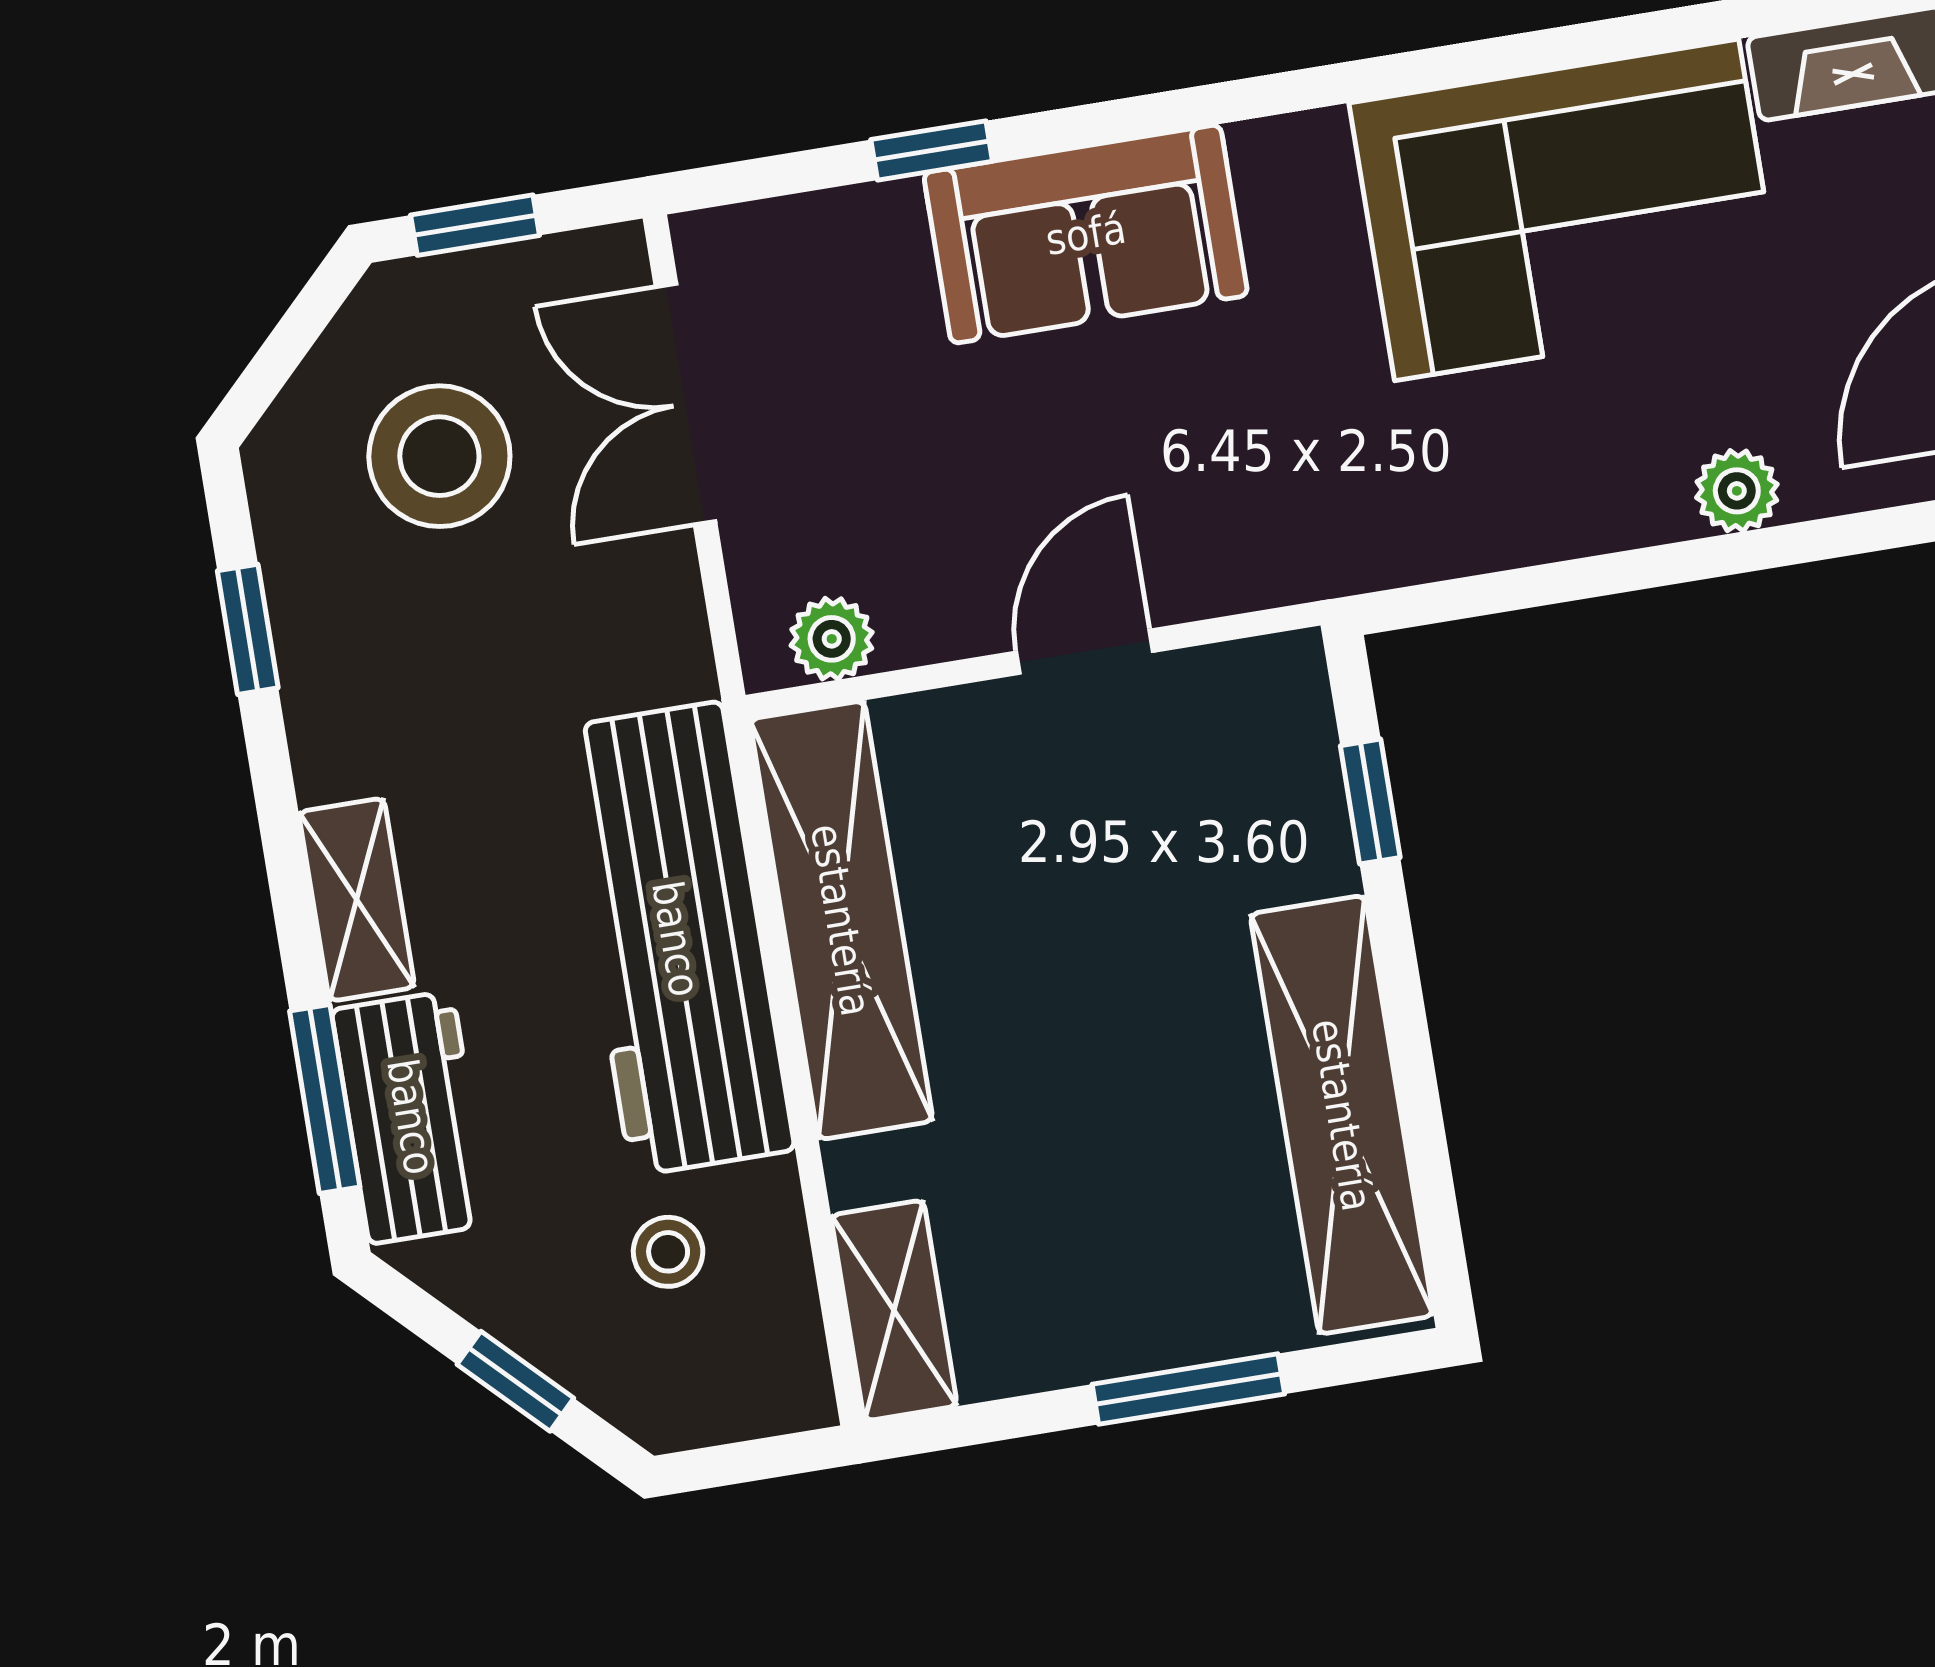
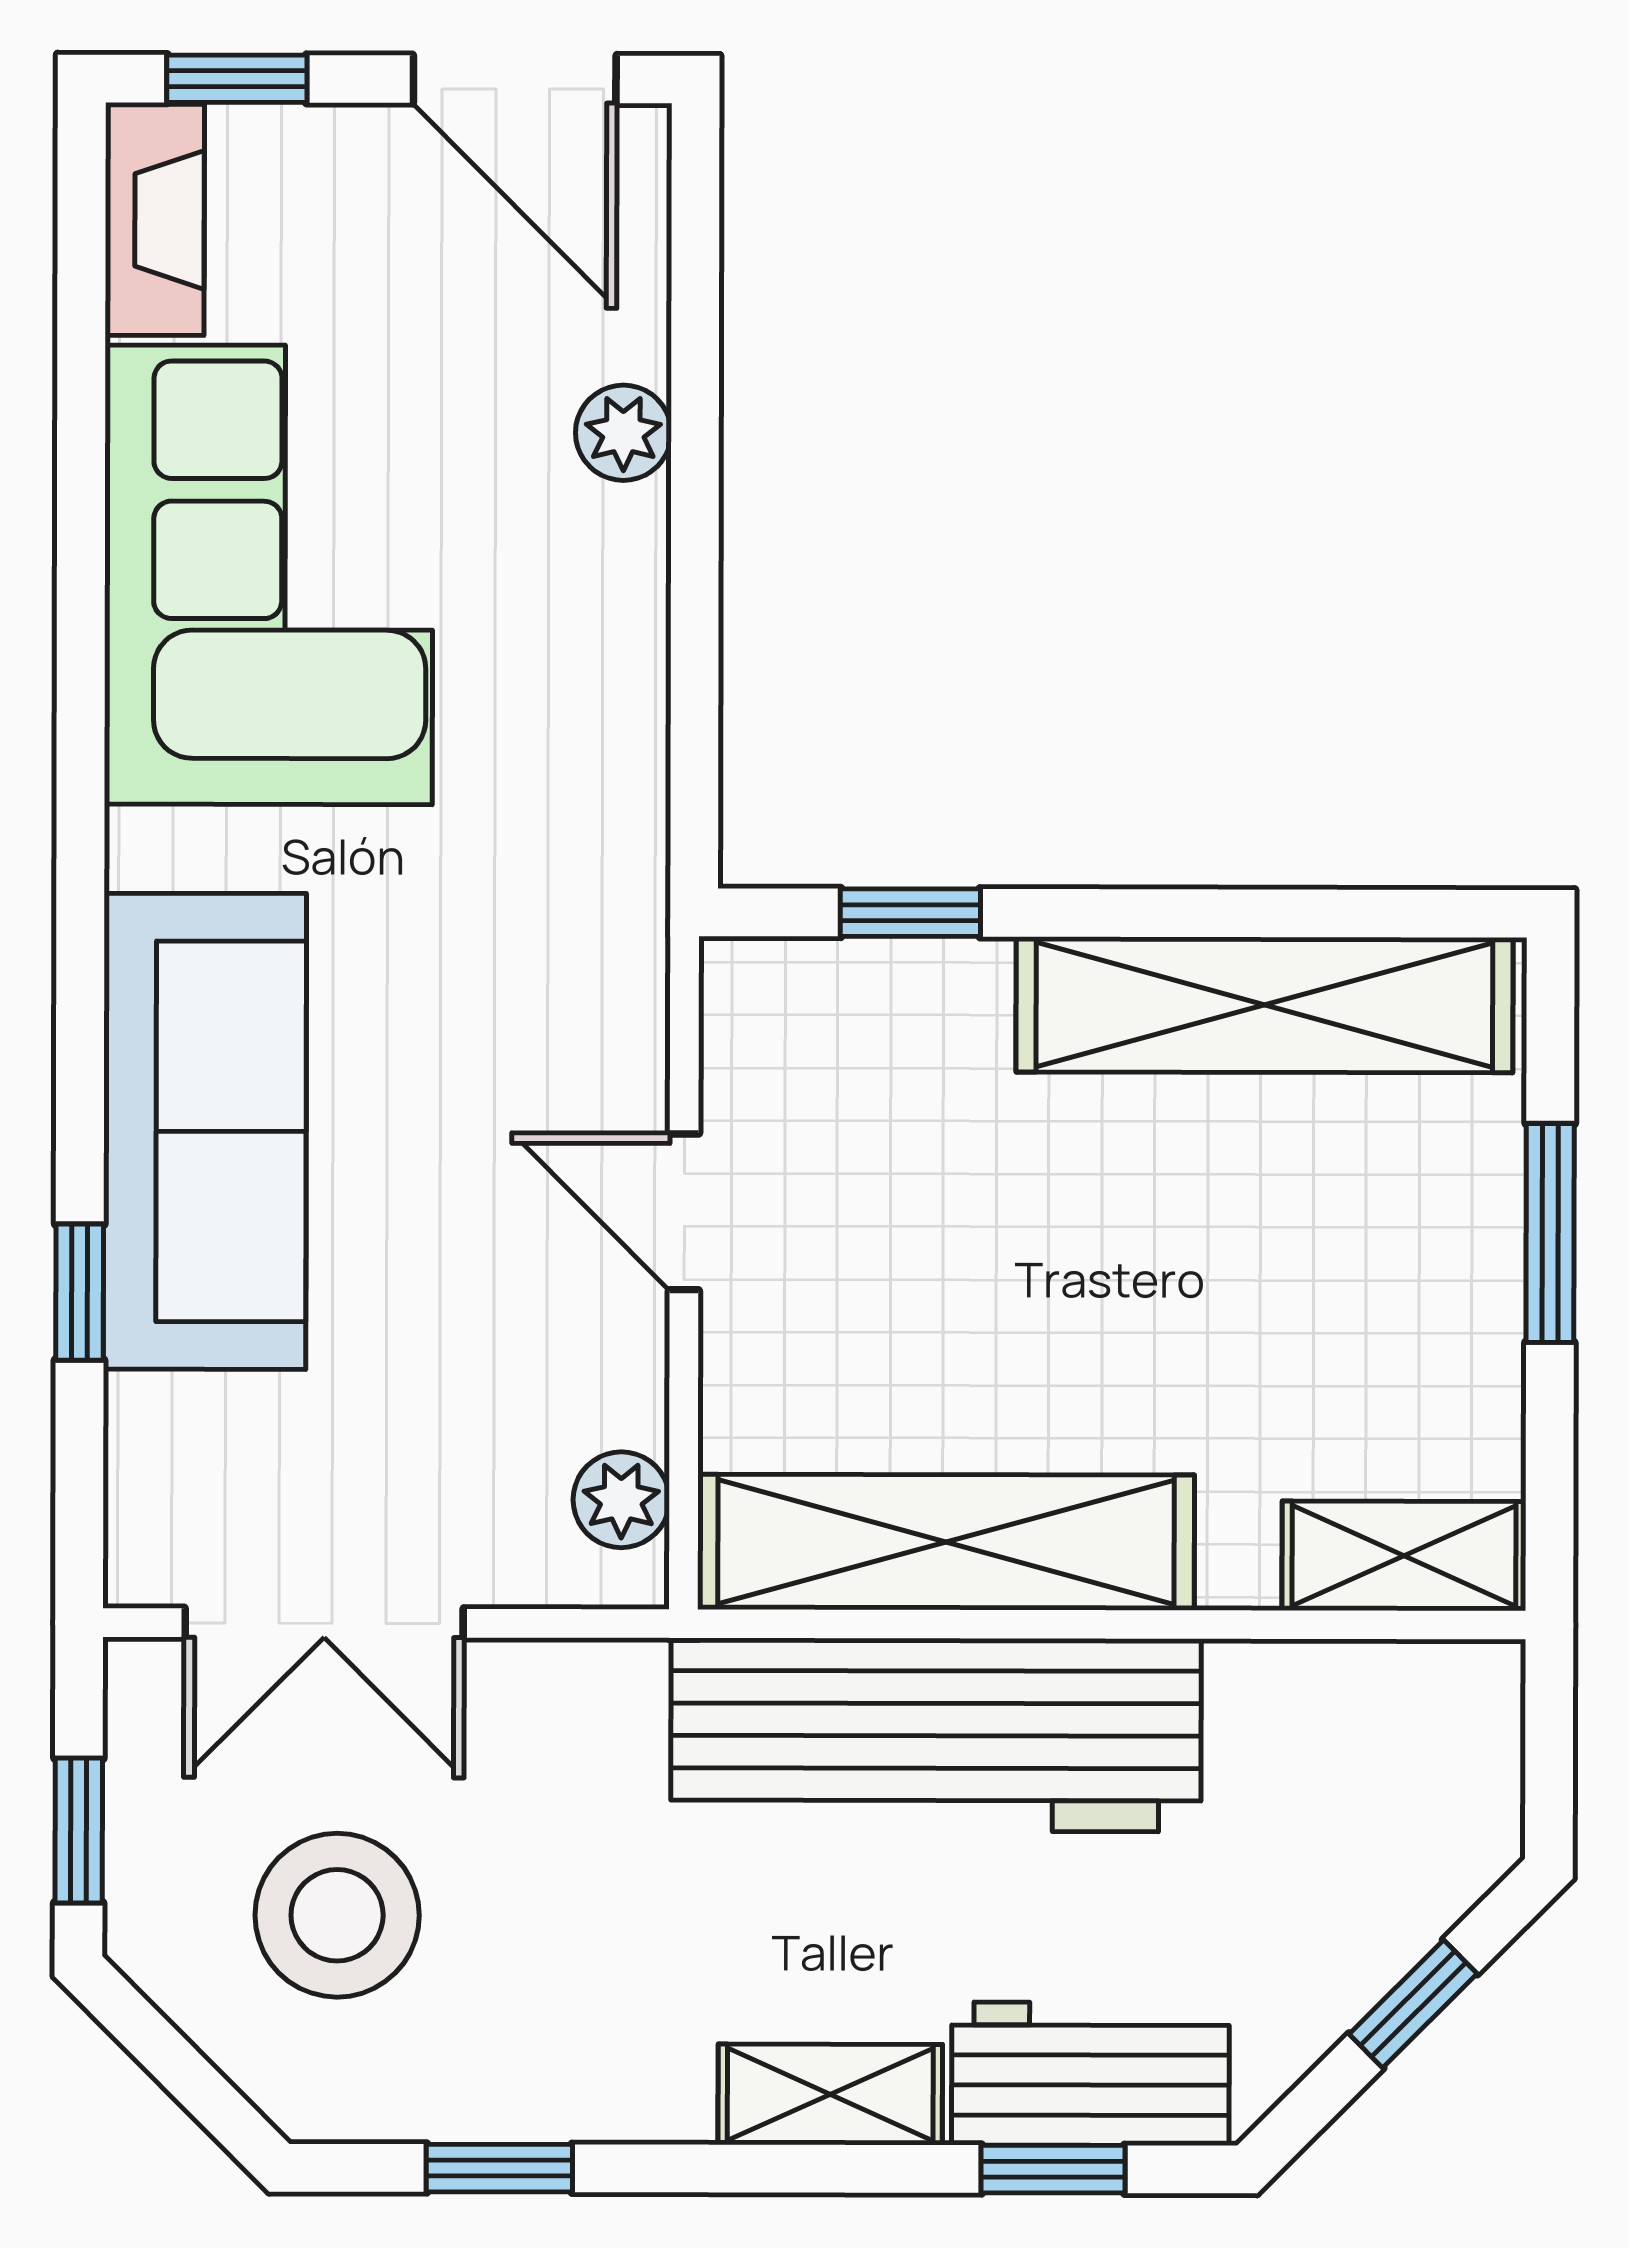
sofa: (1086, 234) -> (205, 1131), width x1.36
window: (325, 1099) -> (1053, 2169), width x0.67
stool: (668, 1252) -> (1294, 1804), removed

